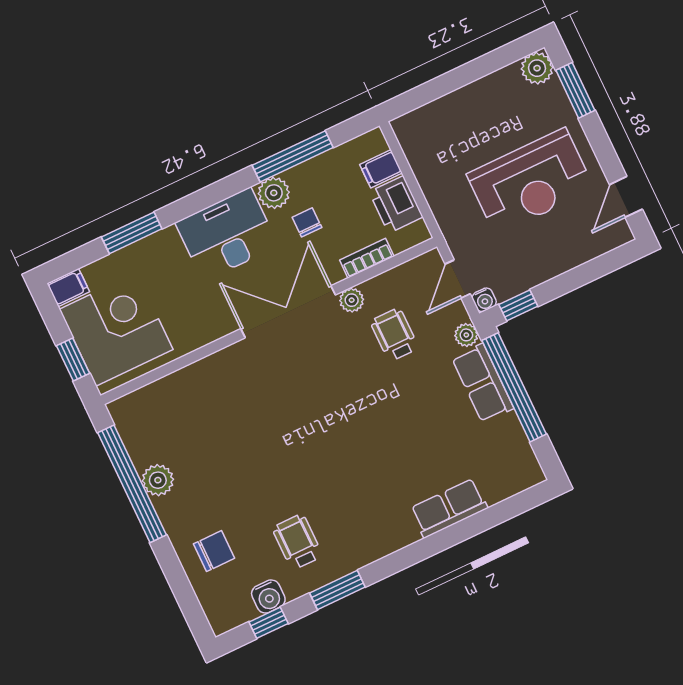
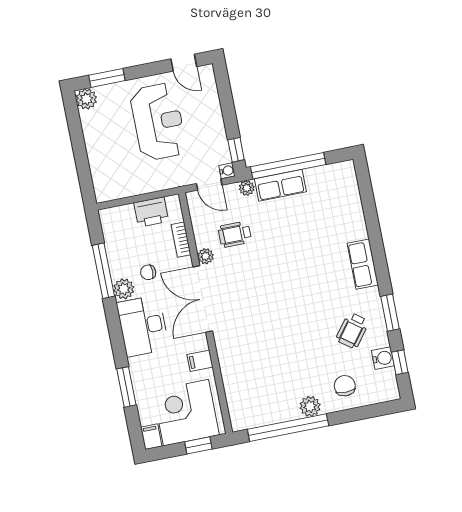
filing cabinet: (381, 169) -> (200, 361), moved, turned 90
plant: (158, 480) -> (310, 406), moved
row of seats: (449, 508) -> (363, 264), moved
wheelchair: (297, 542) -> (352, 331), turned -53

